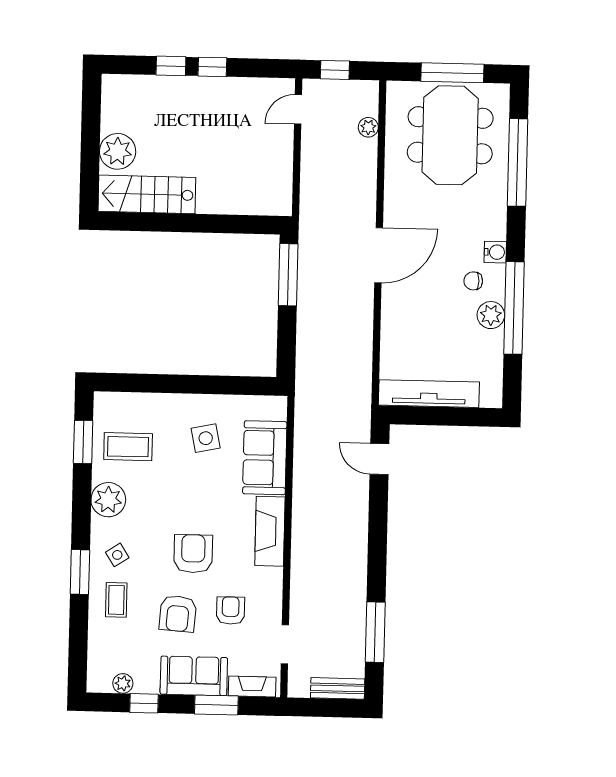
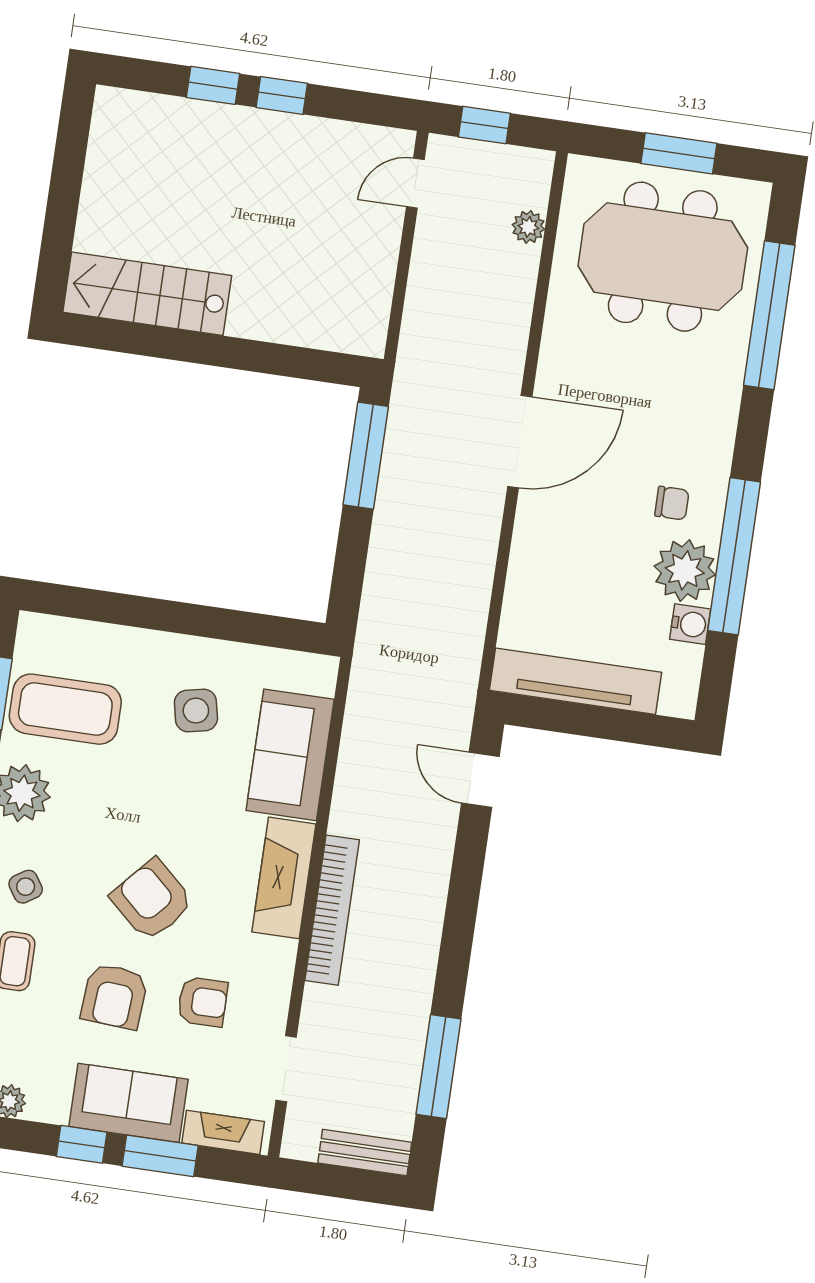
window: (452, 73) -> (679, 153), width x0.69
meeting table: (450, 135) -> (663, 257), turned 90
plant: (118, 151) -> (107, 217), removed
water cooler: (495, 252) -> (690, 624), moved
chair: (473, 281) -> (672, 503), turned 180
plant: (491, 315) -> (685, 570), width x1.36, depth x1.36
coffee table: (128, 447) -> (65, 709), width x1.36, depth x1.32
bookcase: (301, 547) -> (332, 910), added
armchair: (193, 554) -> (152, 900), turned -48
armchair: (231, 611) -> (203, 1002), turned 90
window: (144, 703) -> (82, 1144), moved

